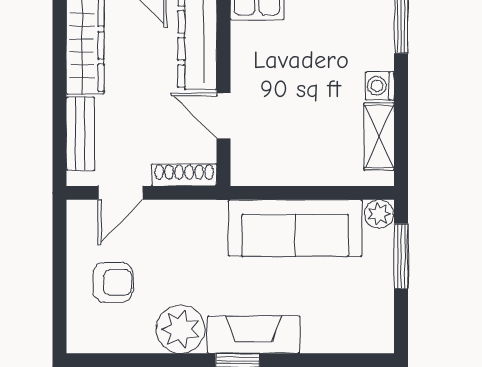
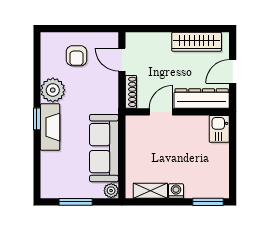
bench: (80, 134) -> (152, 39), removed
window: (401, 256) -> (76, 202), moved

